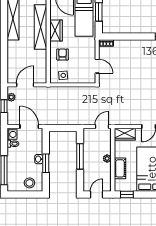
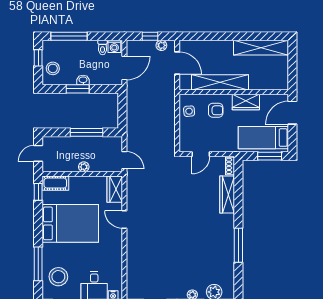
shelving: (41, 27) -> (220, 82), moved
wardrobe: (129, 45) -> (227, 194), added
cot: (120, 168) -> (55, 183), moved
window: (21, 195) -> (38, 58), added
door: (97, 195) -> (38, 153), swing flipped

